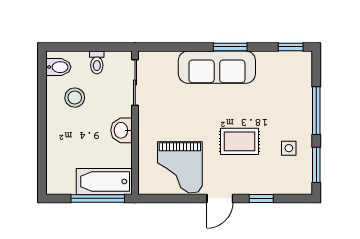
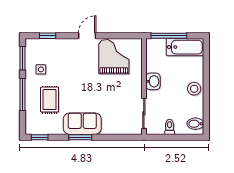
sofa: (217, 67) -> (82, 124), width x0.73
stool: (75, 98) -> (194, 89), moved
rug: (240, 141) -> (50, 100), moved, turned 90
bathtub: (104, 182) -> (185, 47), moved
window: (261, 198) -> (48, 36), moved

